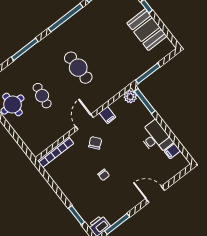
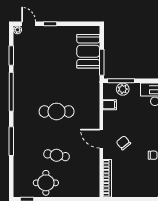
booth: (147, 30) -> (88, 51), moved, turned 90
plant: (130, 97) -> (123, 89), moved
filing cabinet: (107, 115) -> (110, 105), moved

